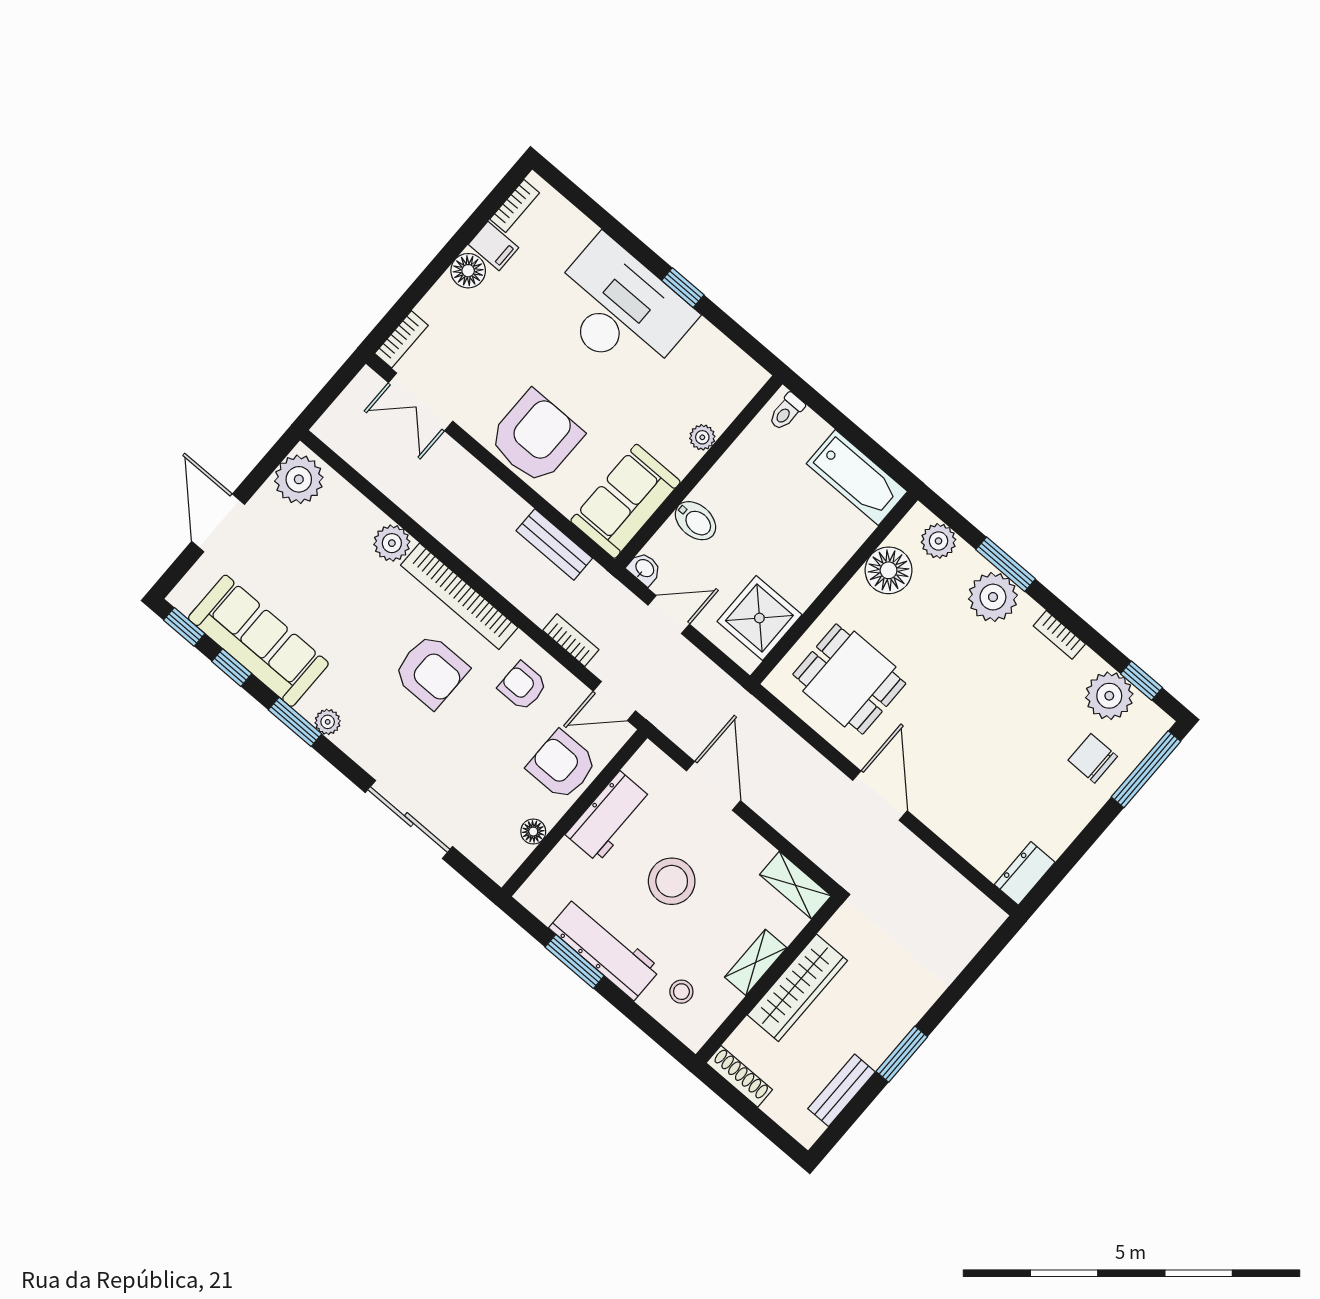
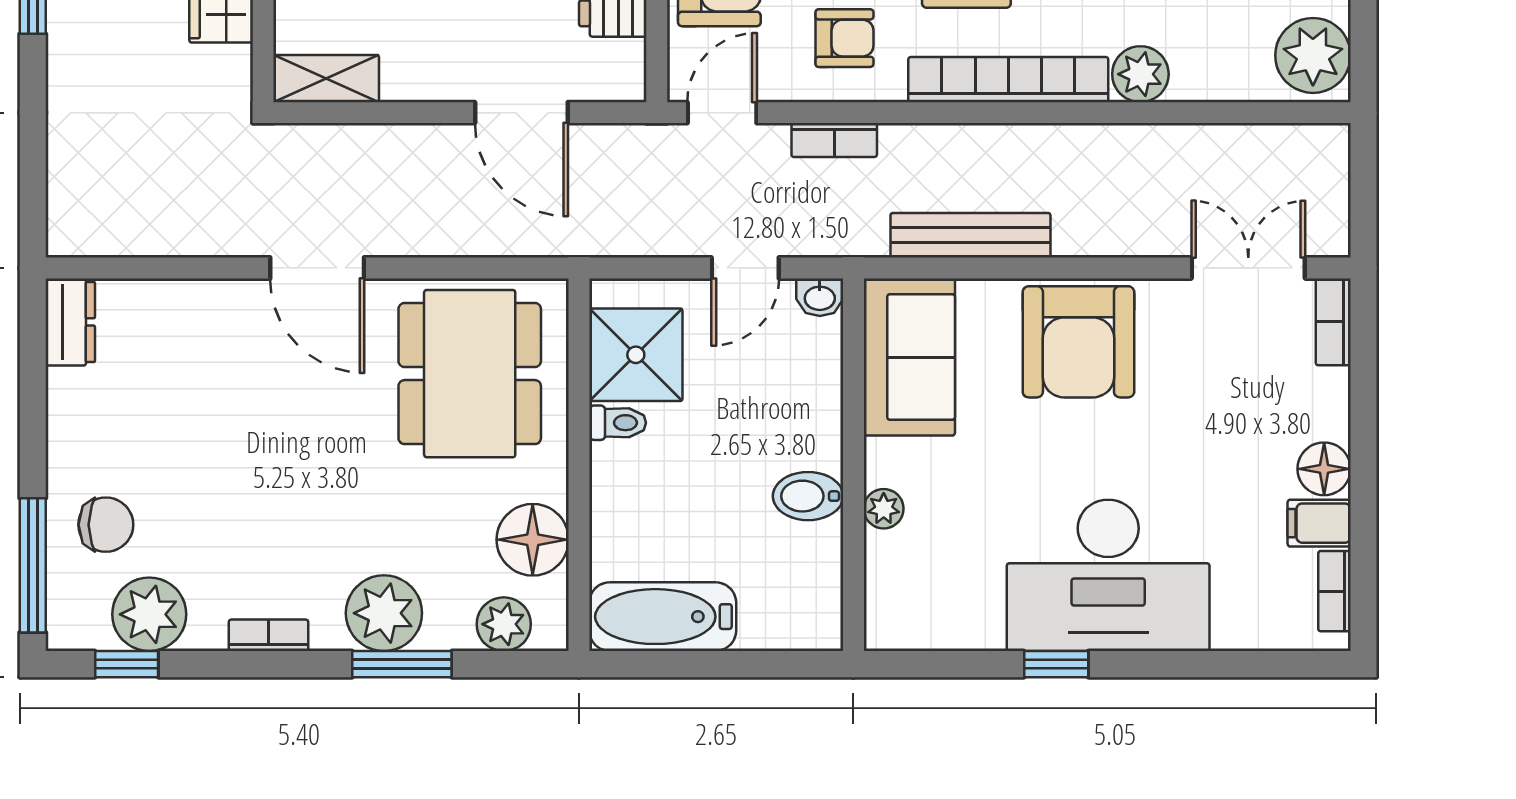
toilet: (786, 412) -> (618, 423), moved, turned 90
bidet: (695, 521) -> (808, 496), moved
bench: (554, 544) -> (970, 235), width x1.36
dining table: (849, 679) -> (470, 374), width x1.38

